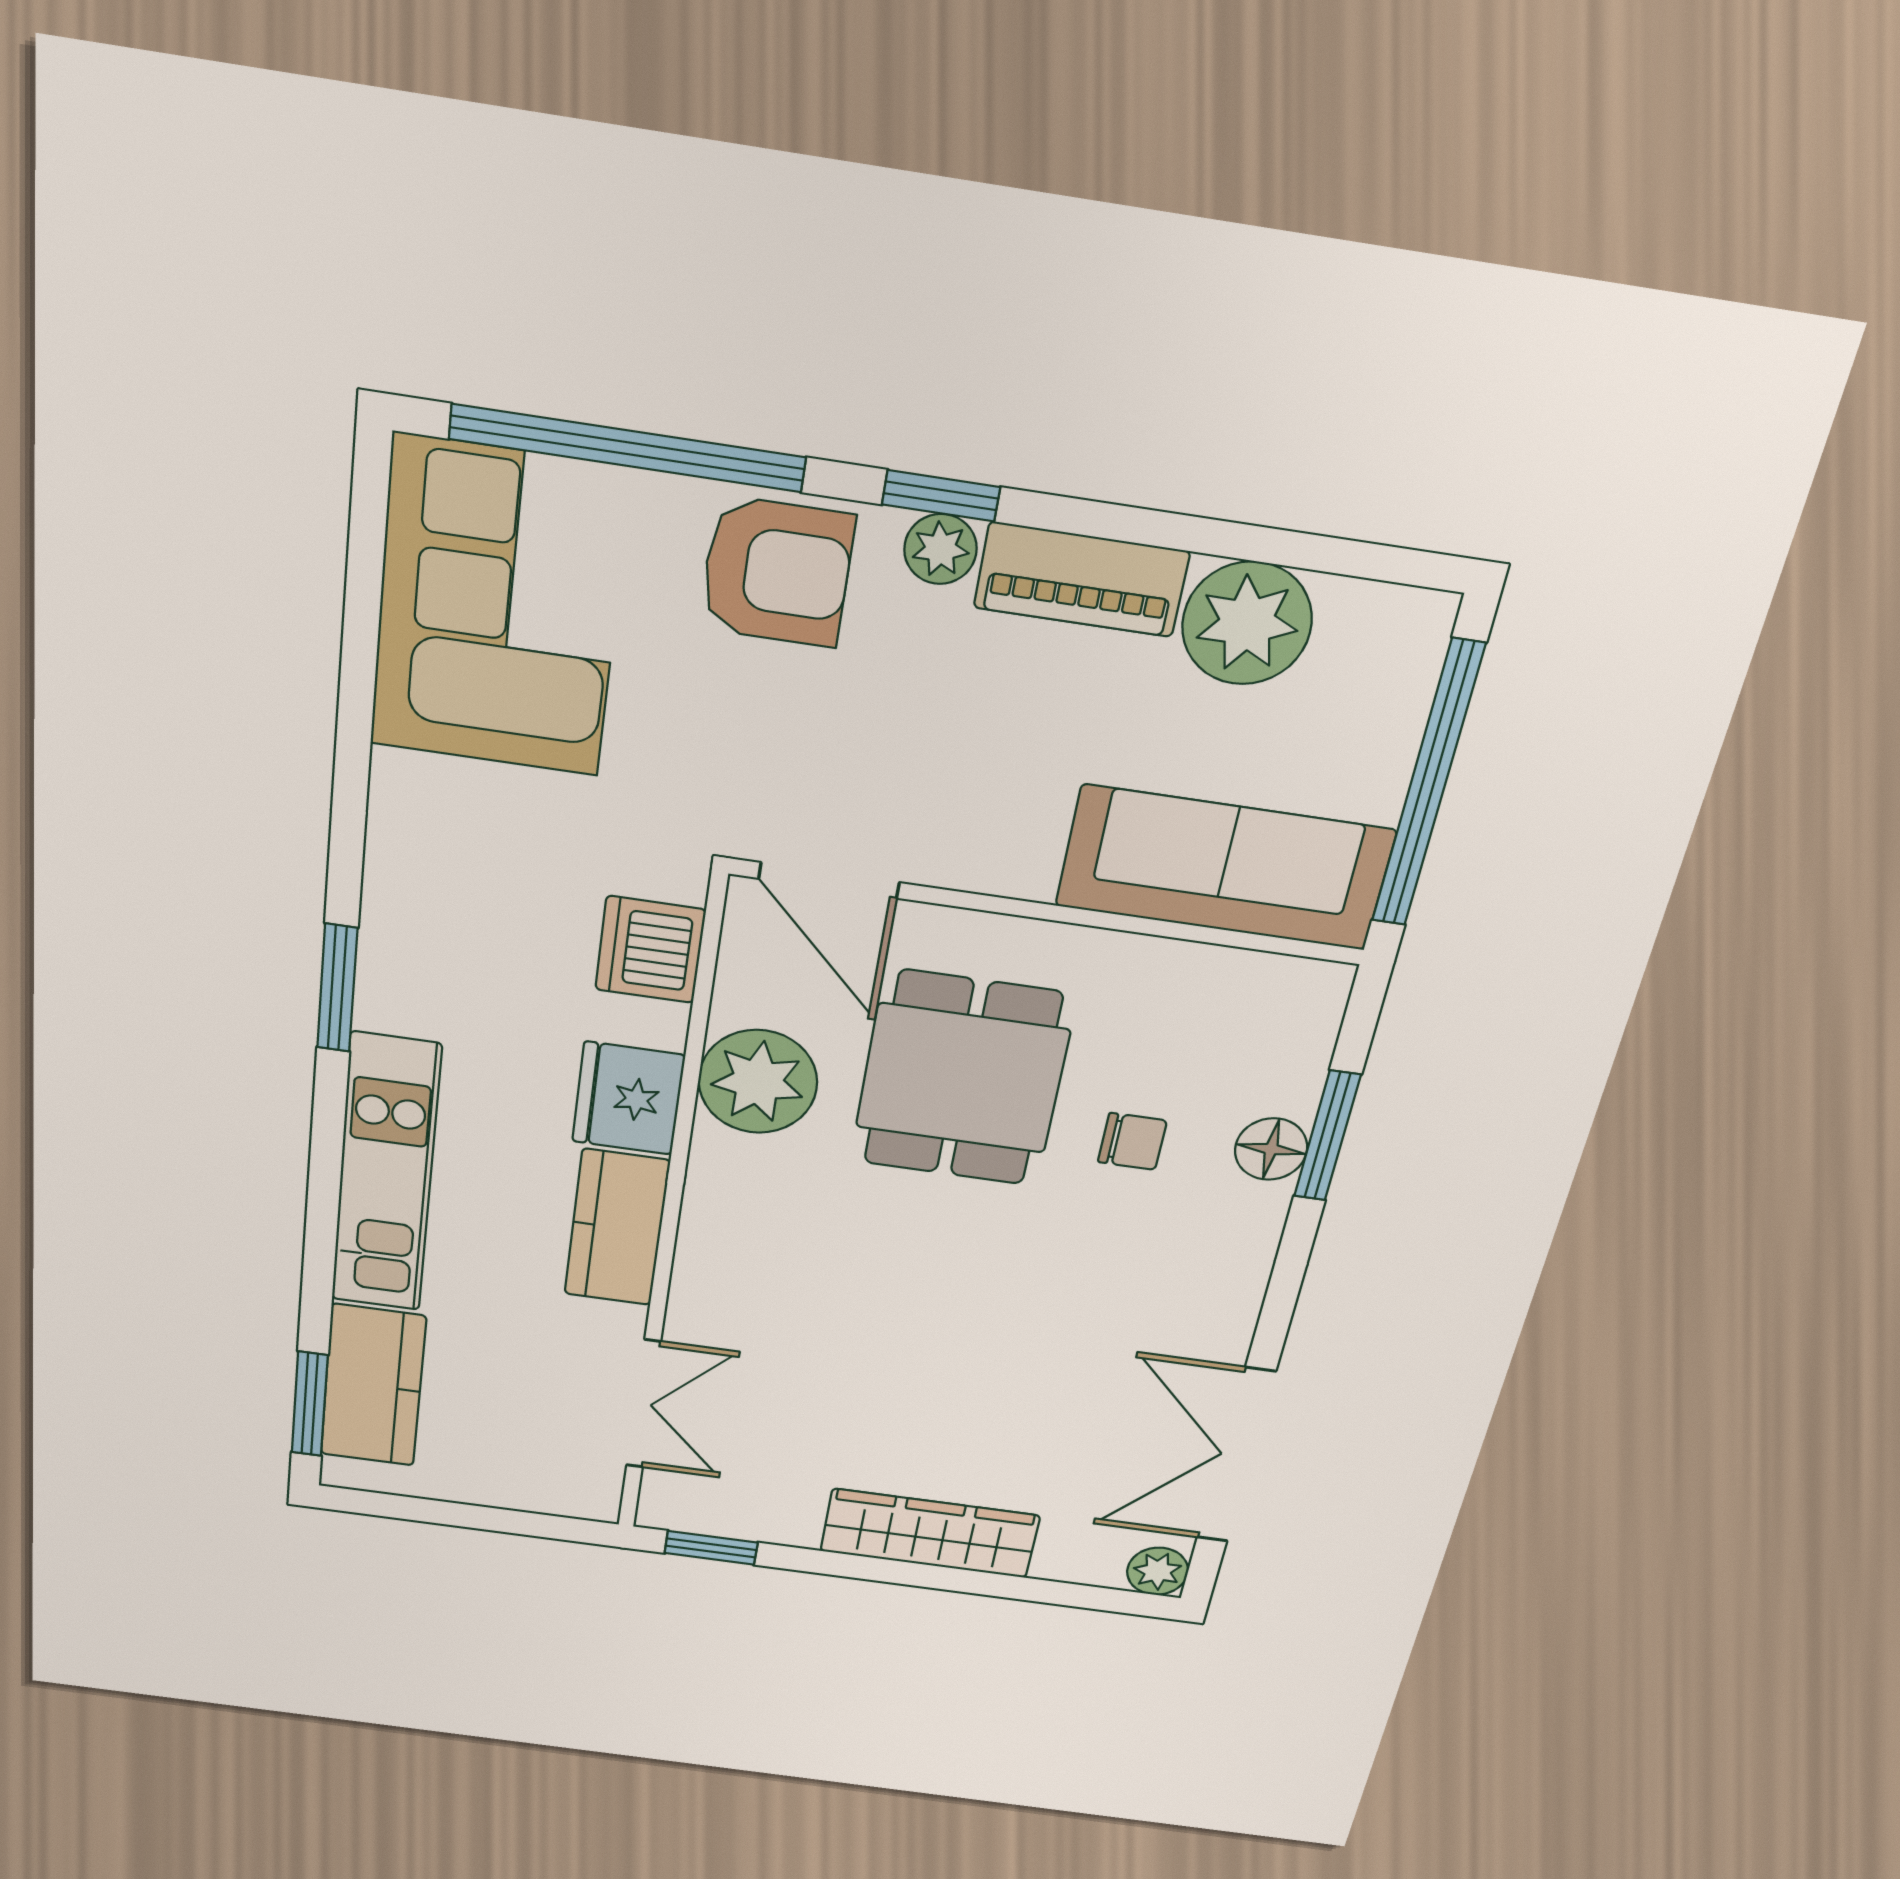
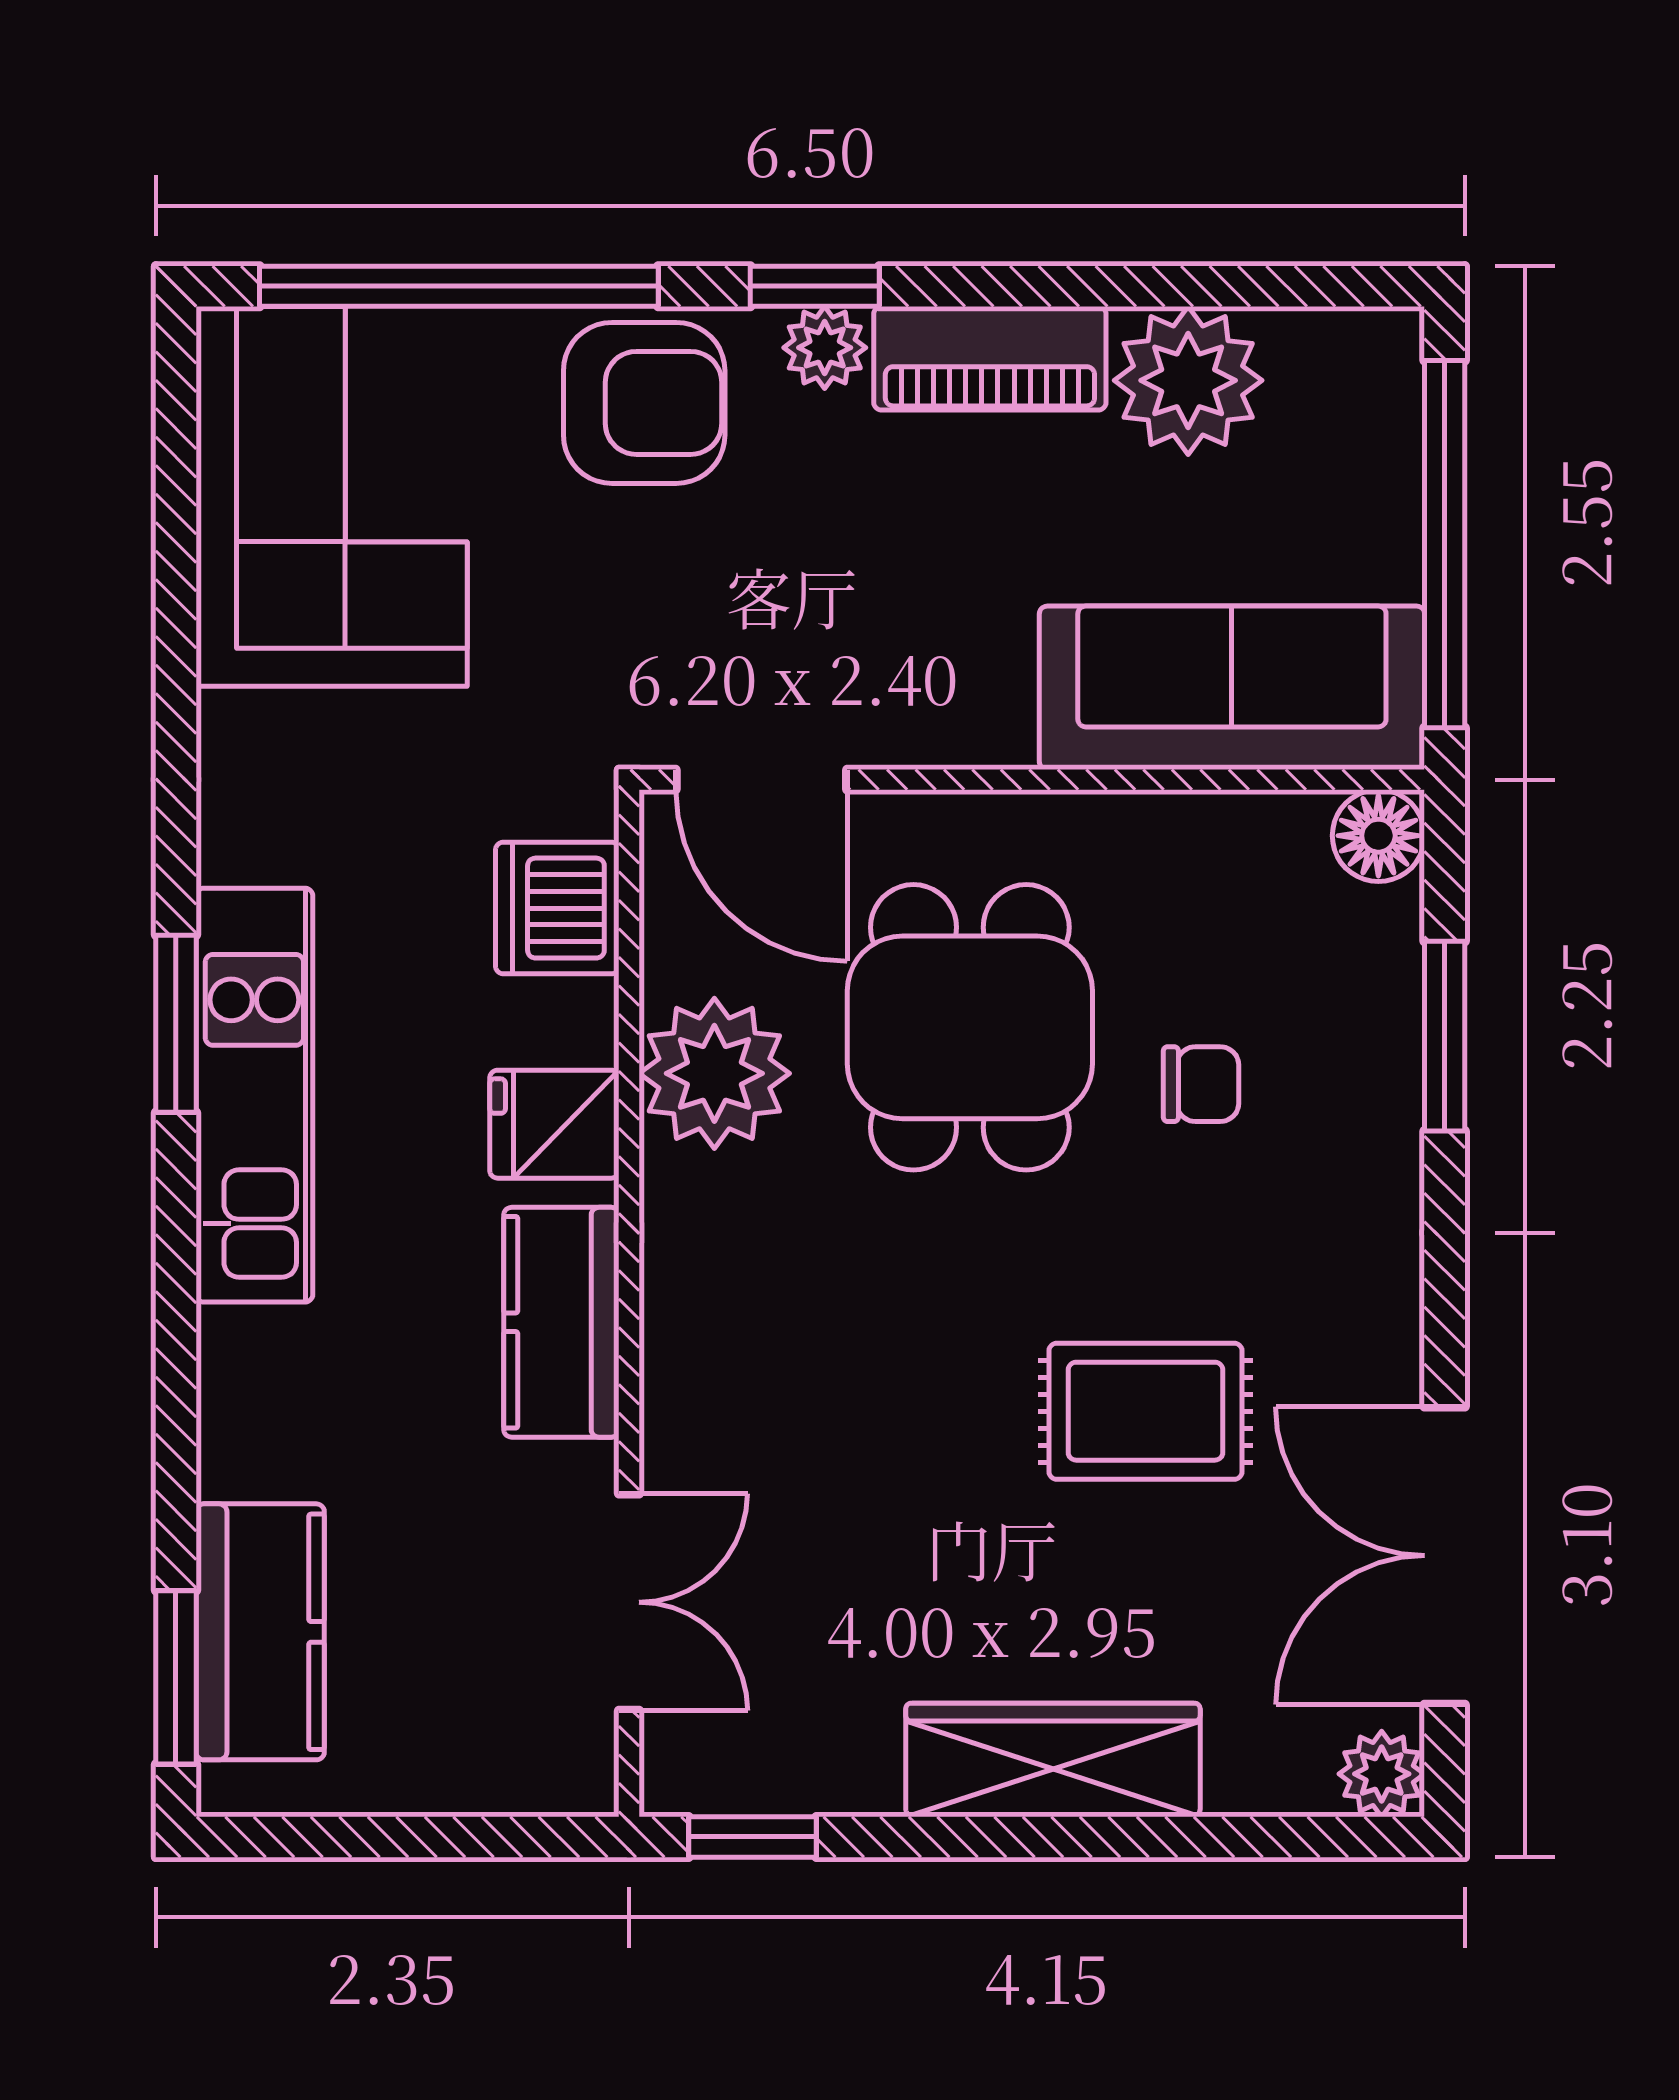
fridge: (628, 1098) -> (554, 1124), width x0.72
floor lamp: (1271, 1149) -> (1378, 836), moved
kitchen unit: (386, 1174) -> (254, 1095), moved
rug: (1042, 1342) -> (1145, 1411), added

